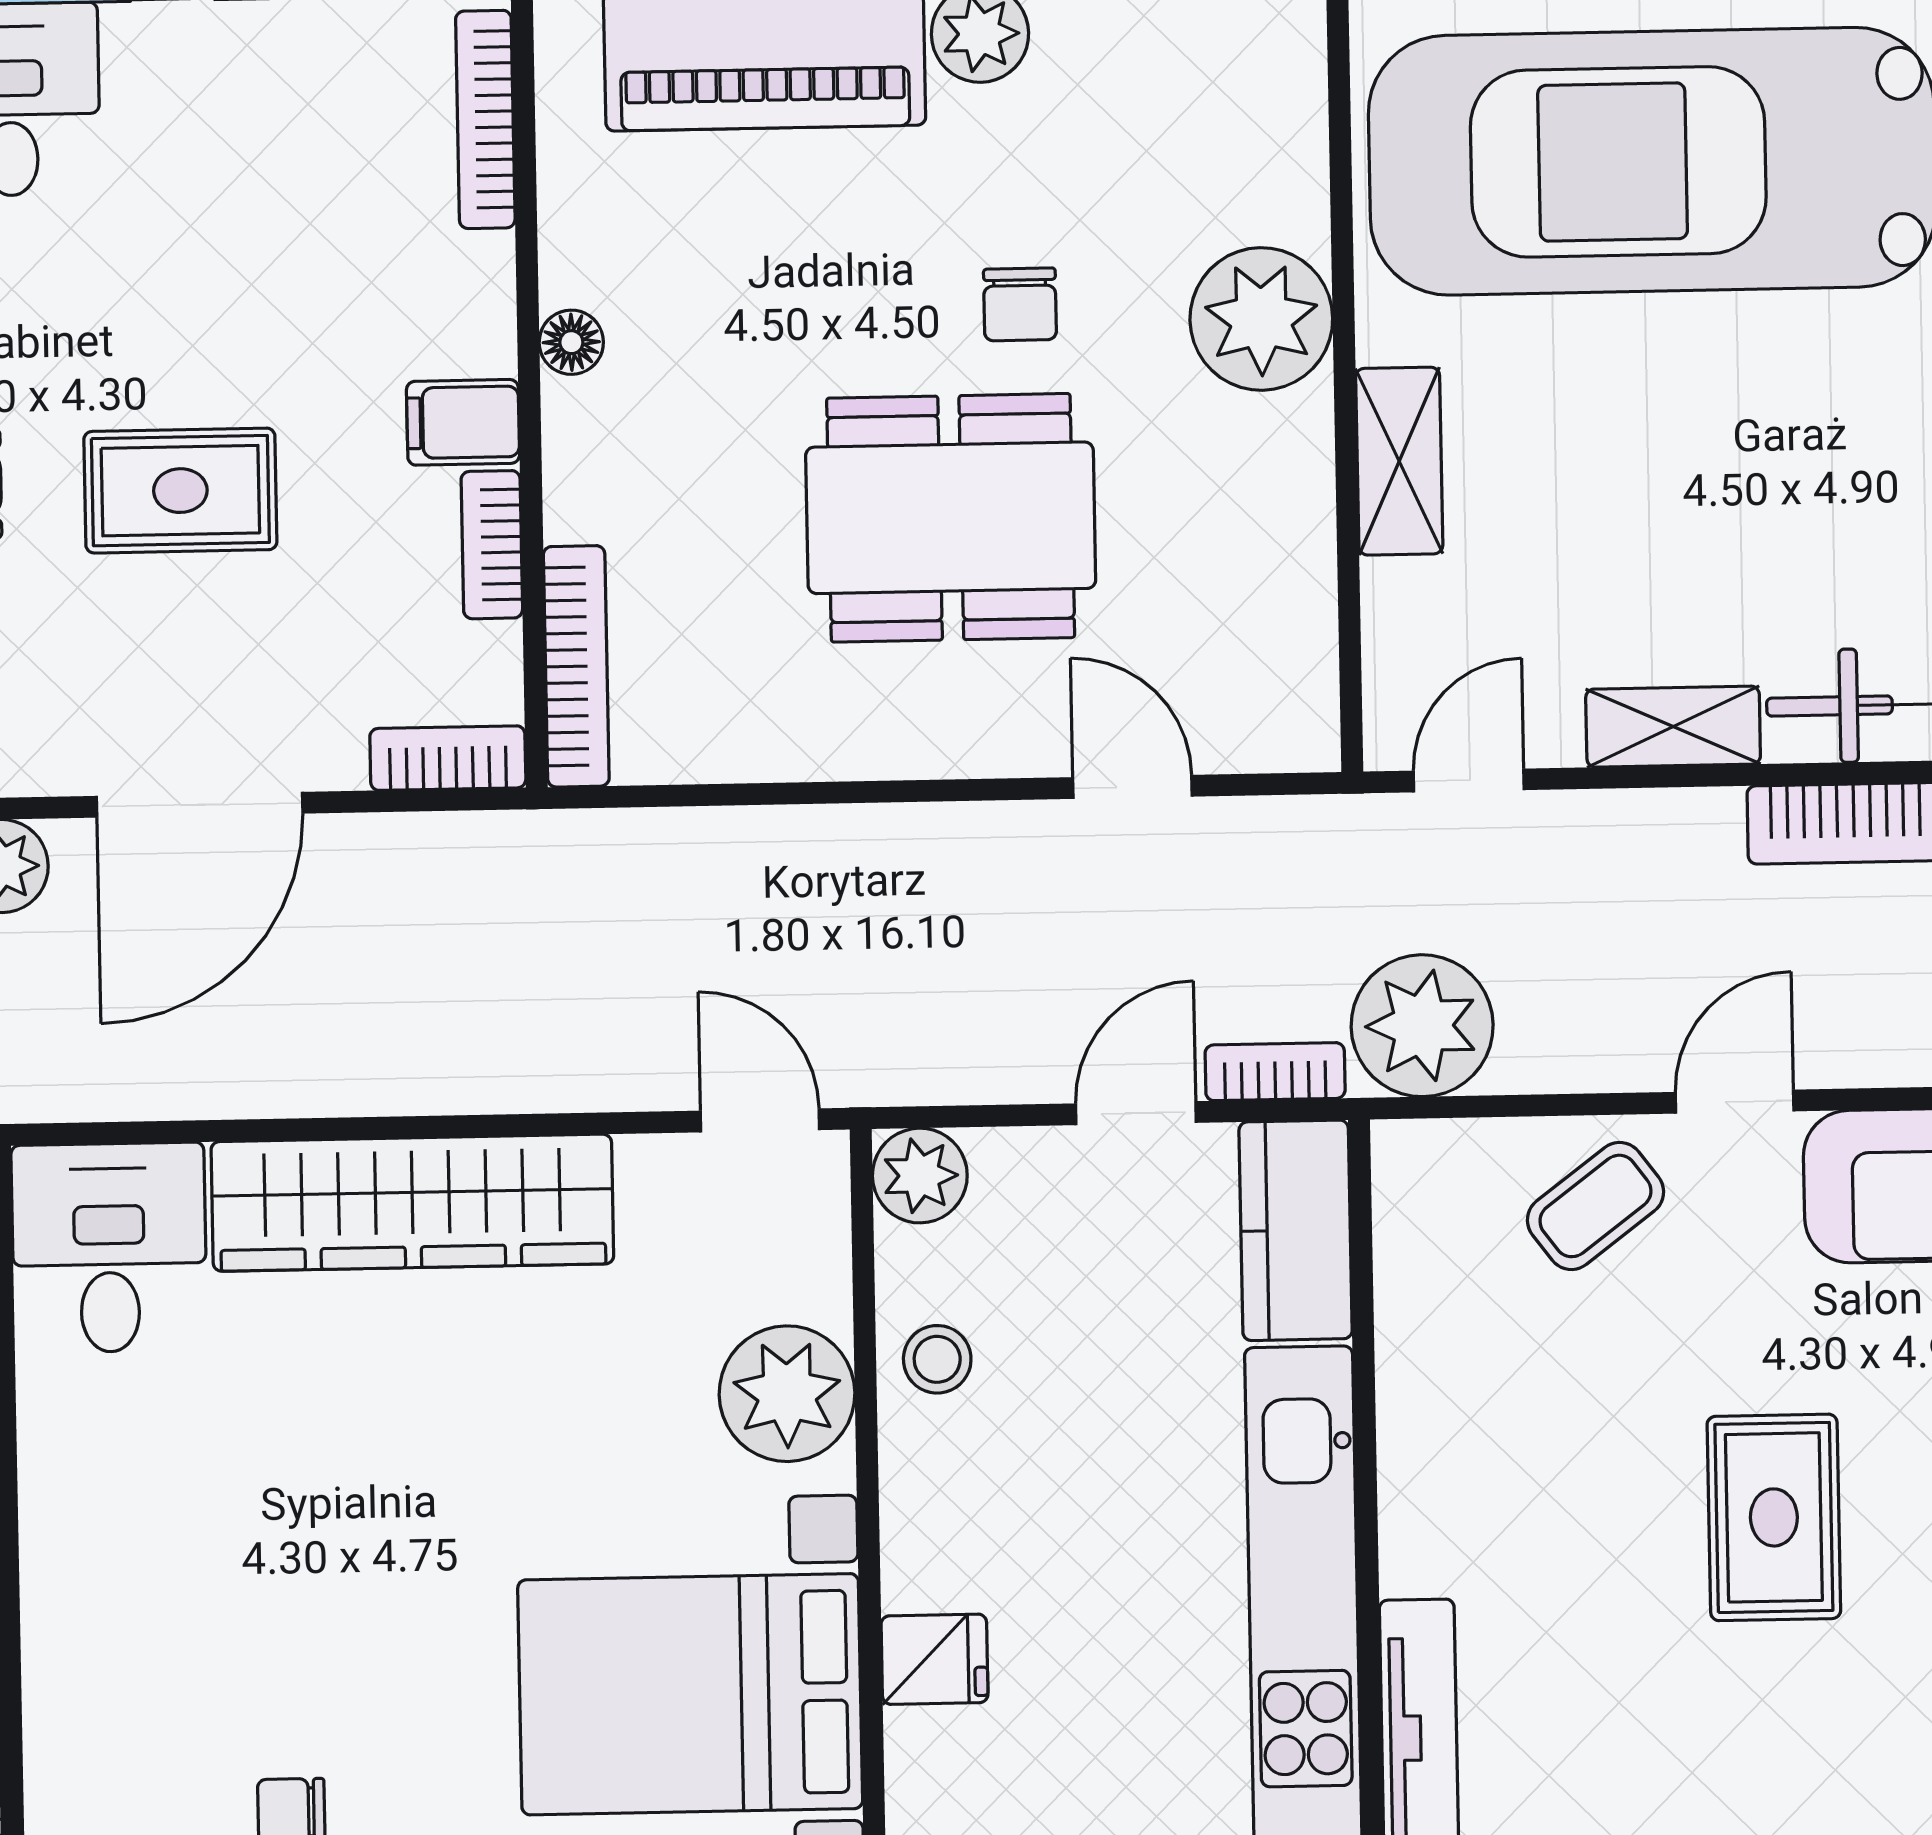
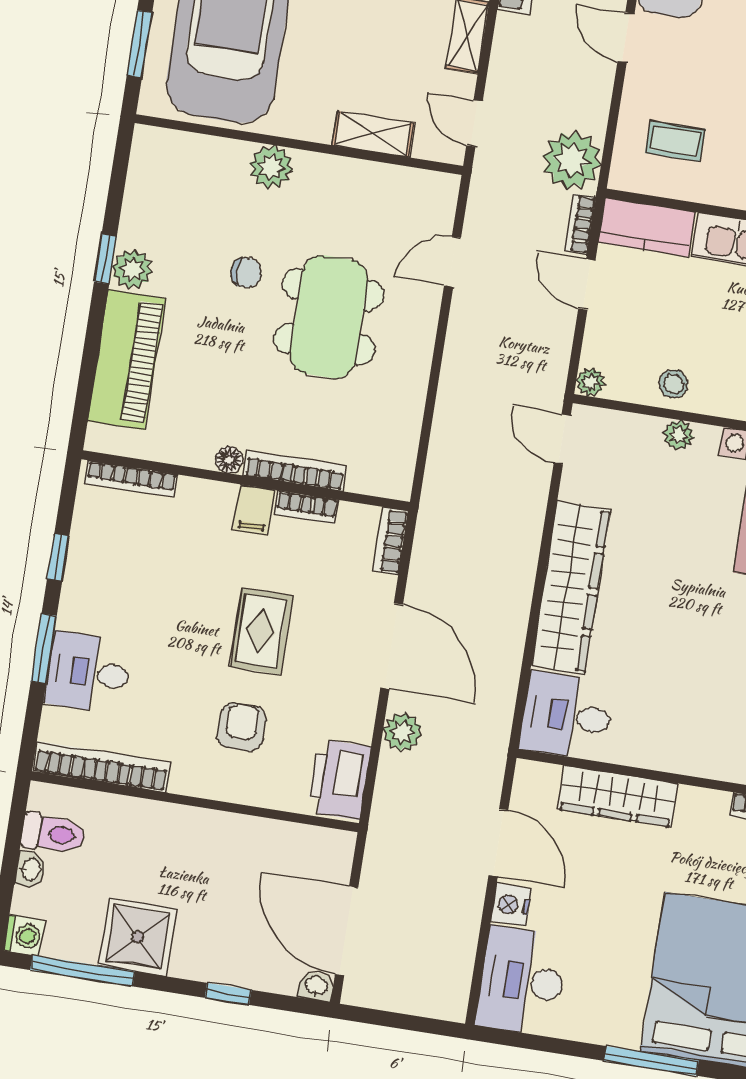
plant: (1261, 319) -> (271, 167), width x0.73, depth x0.73
shelving: (1399, 461) -> (373, 134), moved
bookcase: (576, 666) -> (295, 471), moved
door: (760, 1120) -> (562, 439), hinge flipped
plant: (920, 1176) -> (591, 382), width x0.73, depth x0.73
coffee table: (1595, 1206) -> (675, 141), moved, turned -53
plant: (787, 1394) -> (679, 435), width x0.53, depth x0.53

